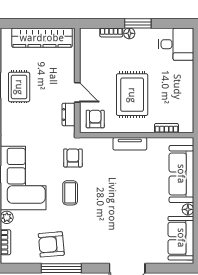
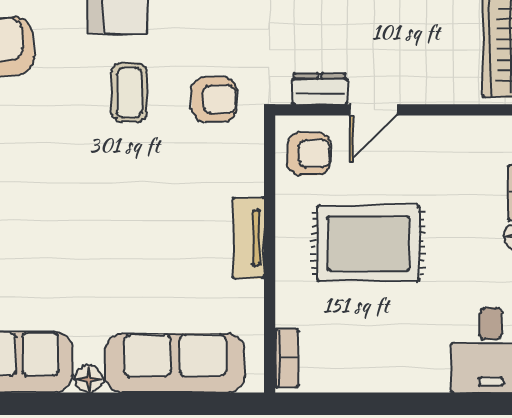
bookcase: (166, 128) -> (287, 358), moved
coffee table: (70, 193) -> (129, 92), turned 90

